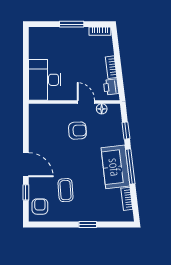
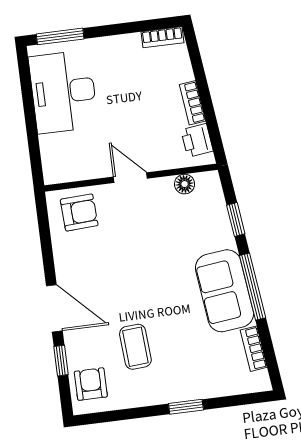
window: (72, 24) -> (60, 36), moved
desk: (45, 80) -> (63, 92), moved
door: (86, 102) -> (130, 178), moved
armchair: (77, 131) -> (79, 212), moved

